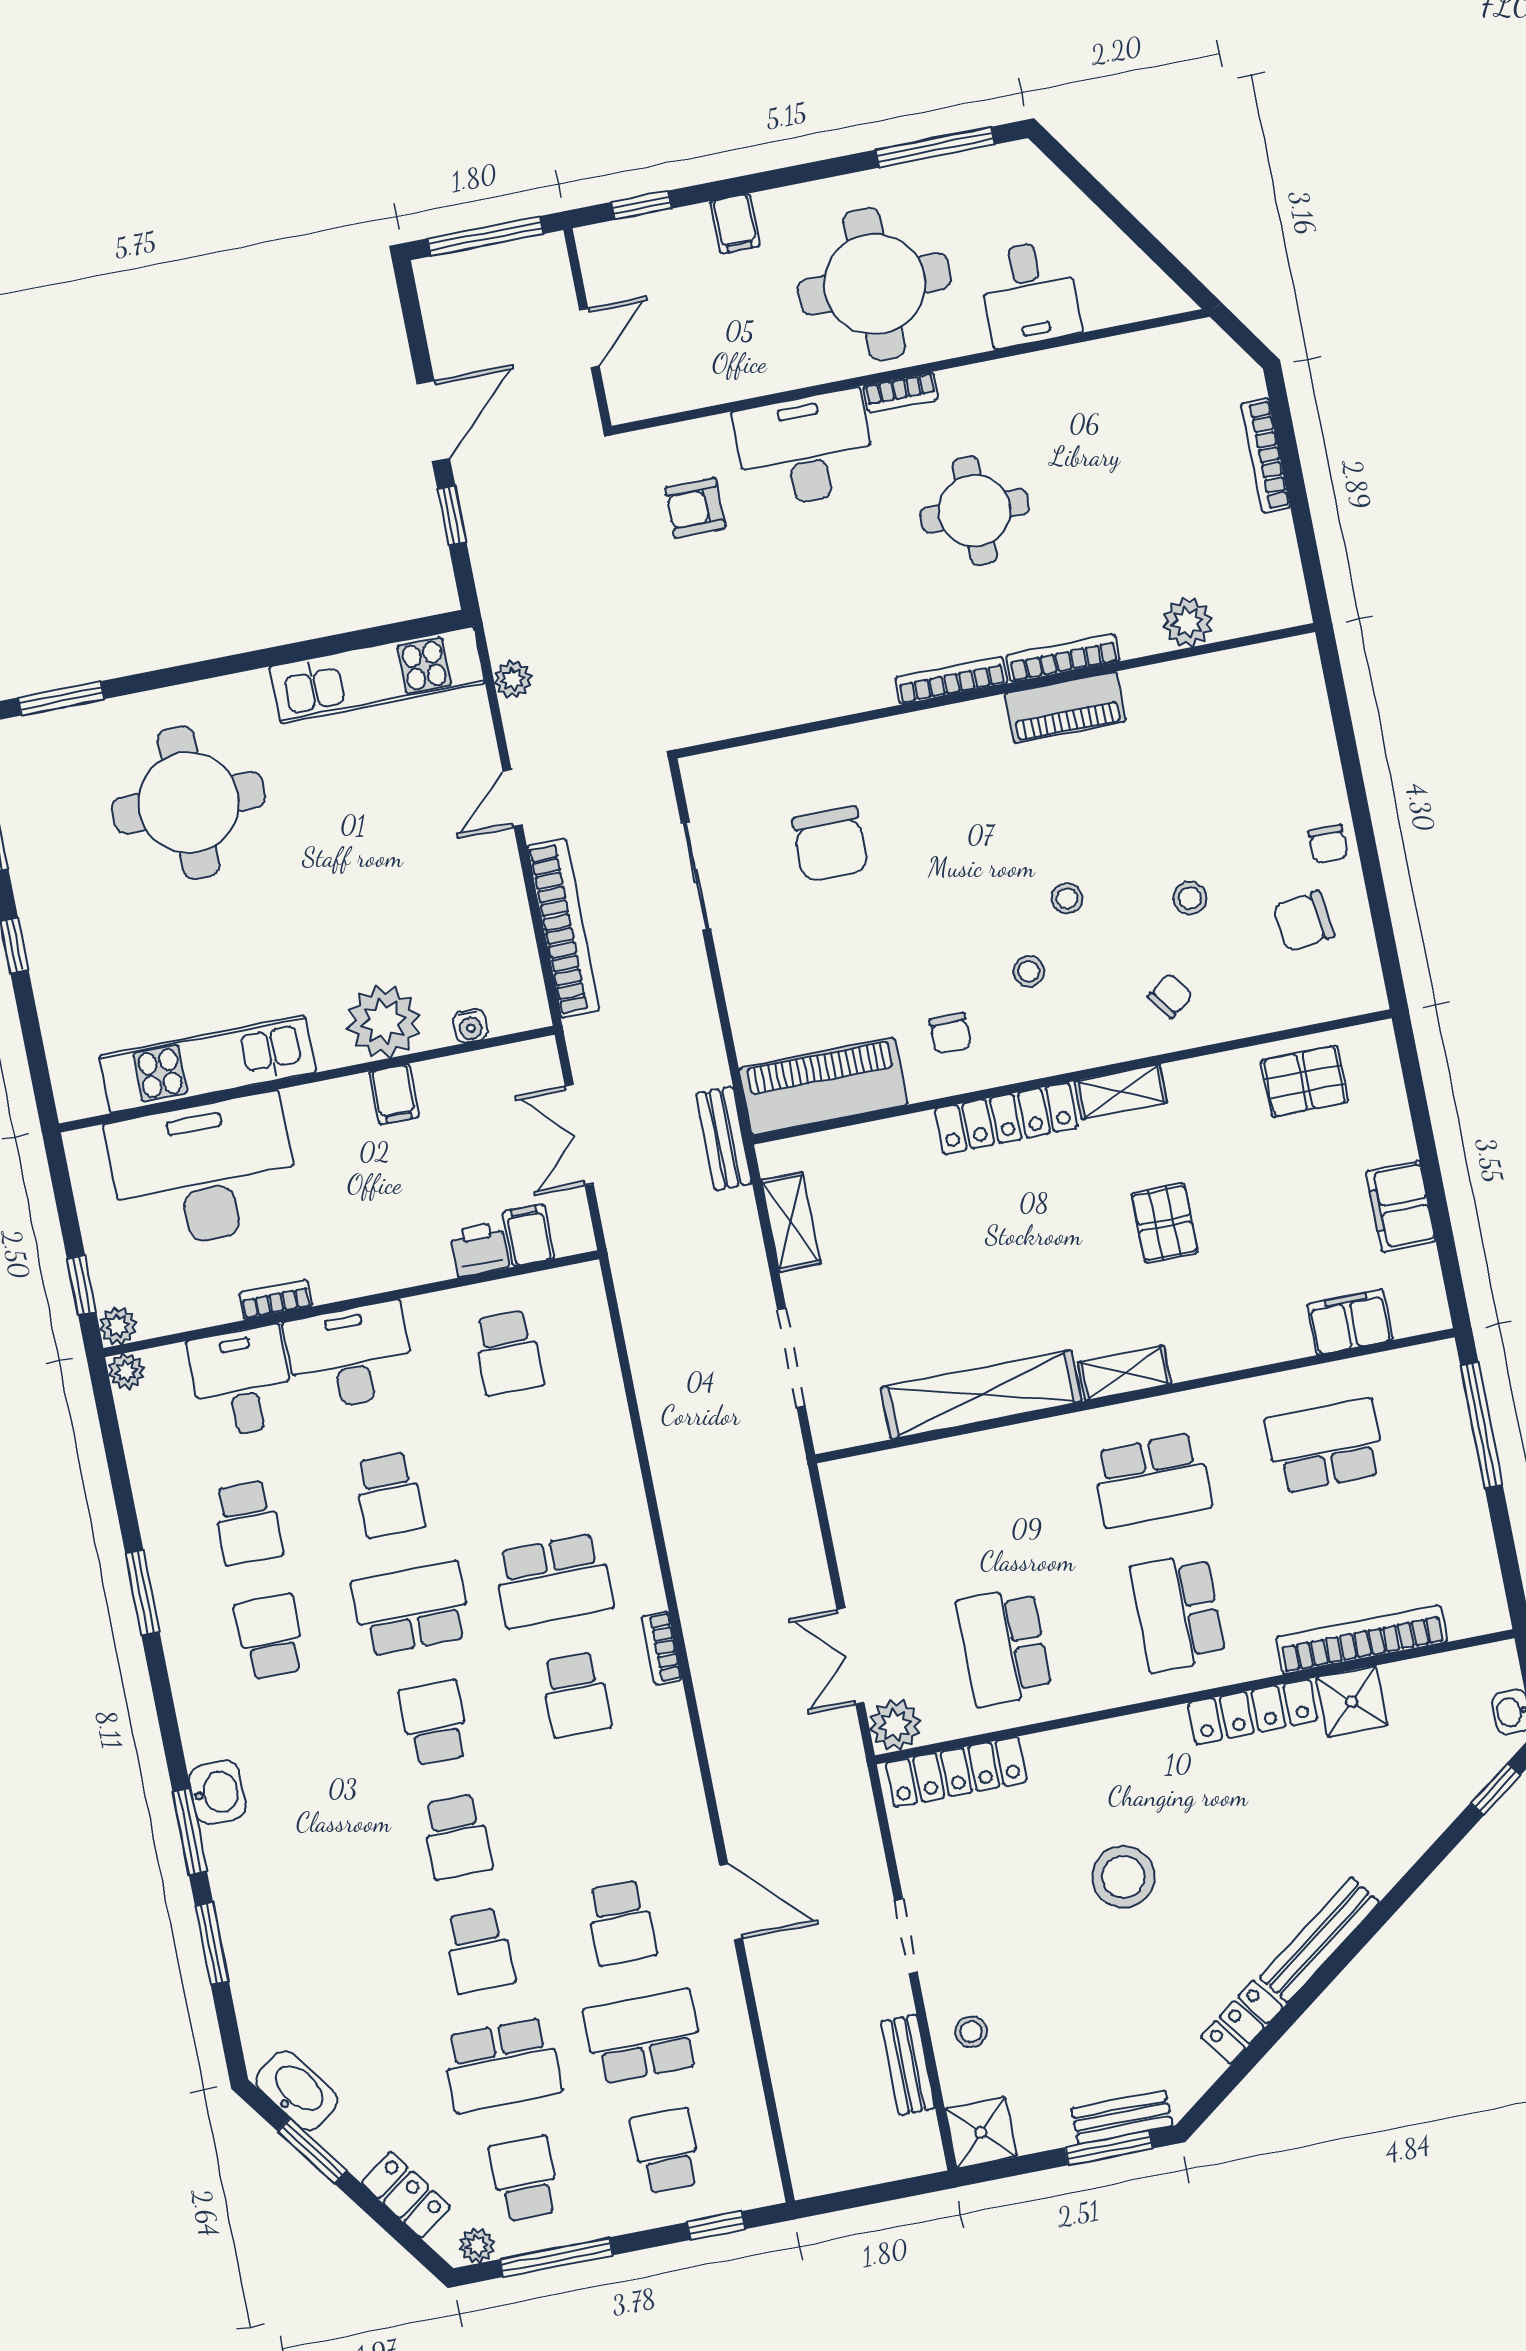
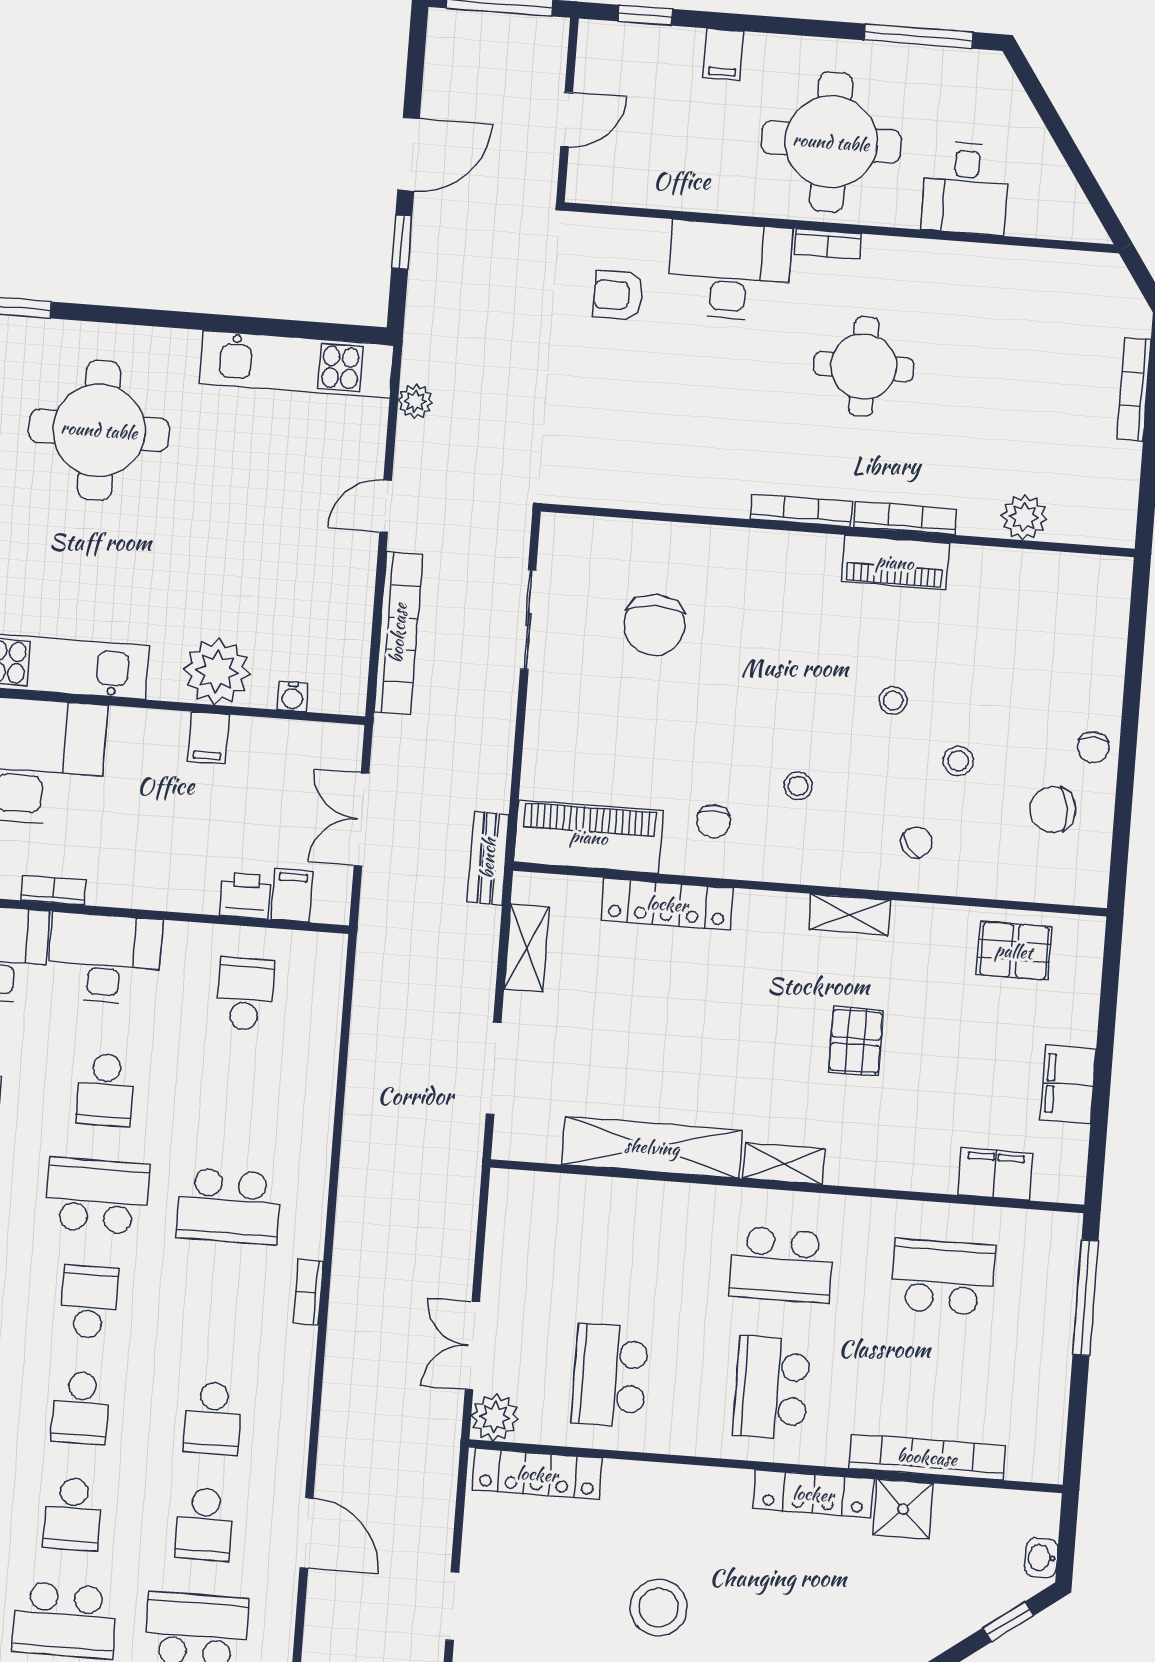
stool: (1067, 898) -> (893, 701), moved
locker: (1006, 1118) -> (667, 904), moved
school desk: (508, 1353) -> (245, 994), turned 180
school desk: (576, 1695) -> (213, 1418), moved

